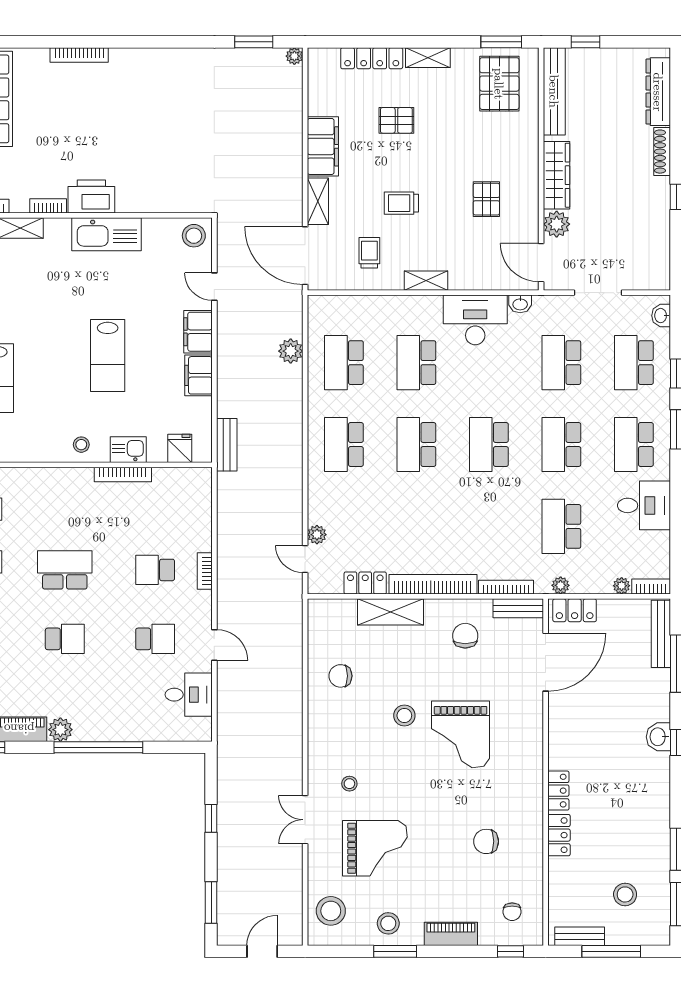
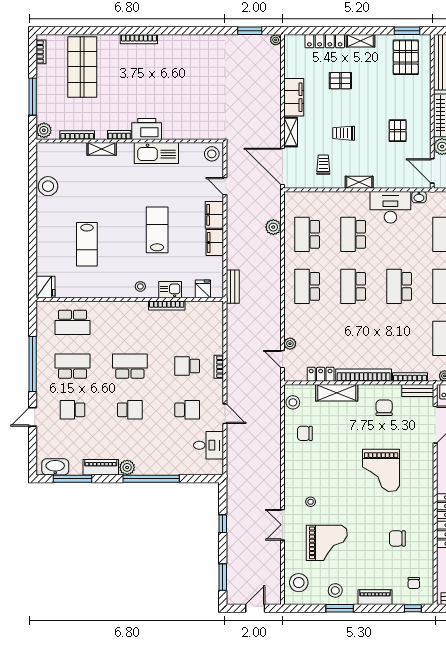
lab bench: (108, 355) -> (157, 230), turned 180
stool: (404, 715) -> (293, 402), moved

